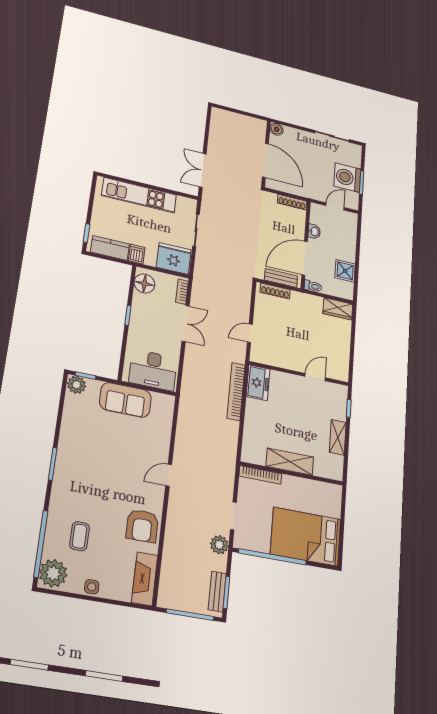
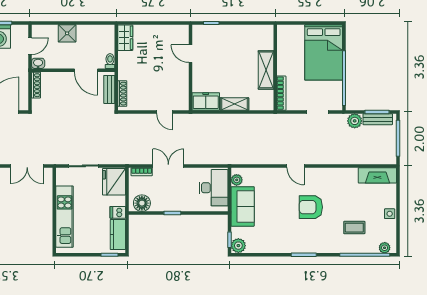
door: (335, 207) -> (30, 46), swing flipped
washbasin: (314, 231) -> (38, 63), moved
door: (305, 258) -> (86, 70), width x0.73
shower: (345, 271) -> (67, 33), moved
bookcase: (236, 391) -> (217, 119), removed
plant: (159, 400) -> (237, 180), added
shelving: (338, 437) -> (235, 104), moved
armchair: (142, 526) -> (311, 207), moved, turned 180
plant: (219, 545) -> (355, 121), moved
plant: (53, 573) -> (385, 248), width x0.53, depth x0.53

